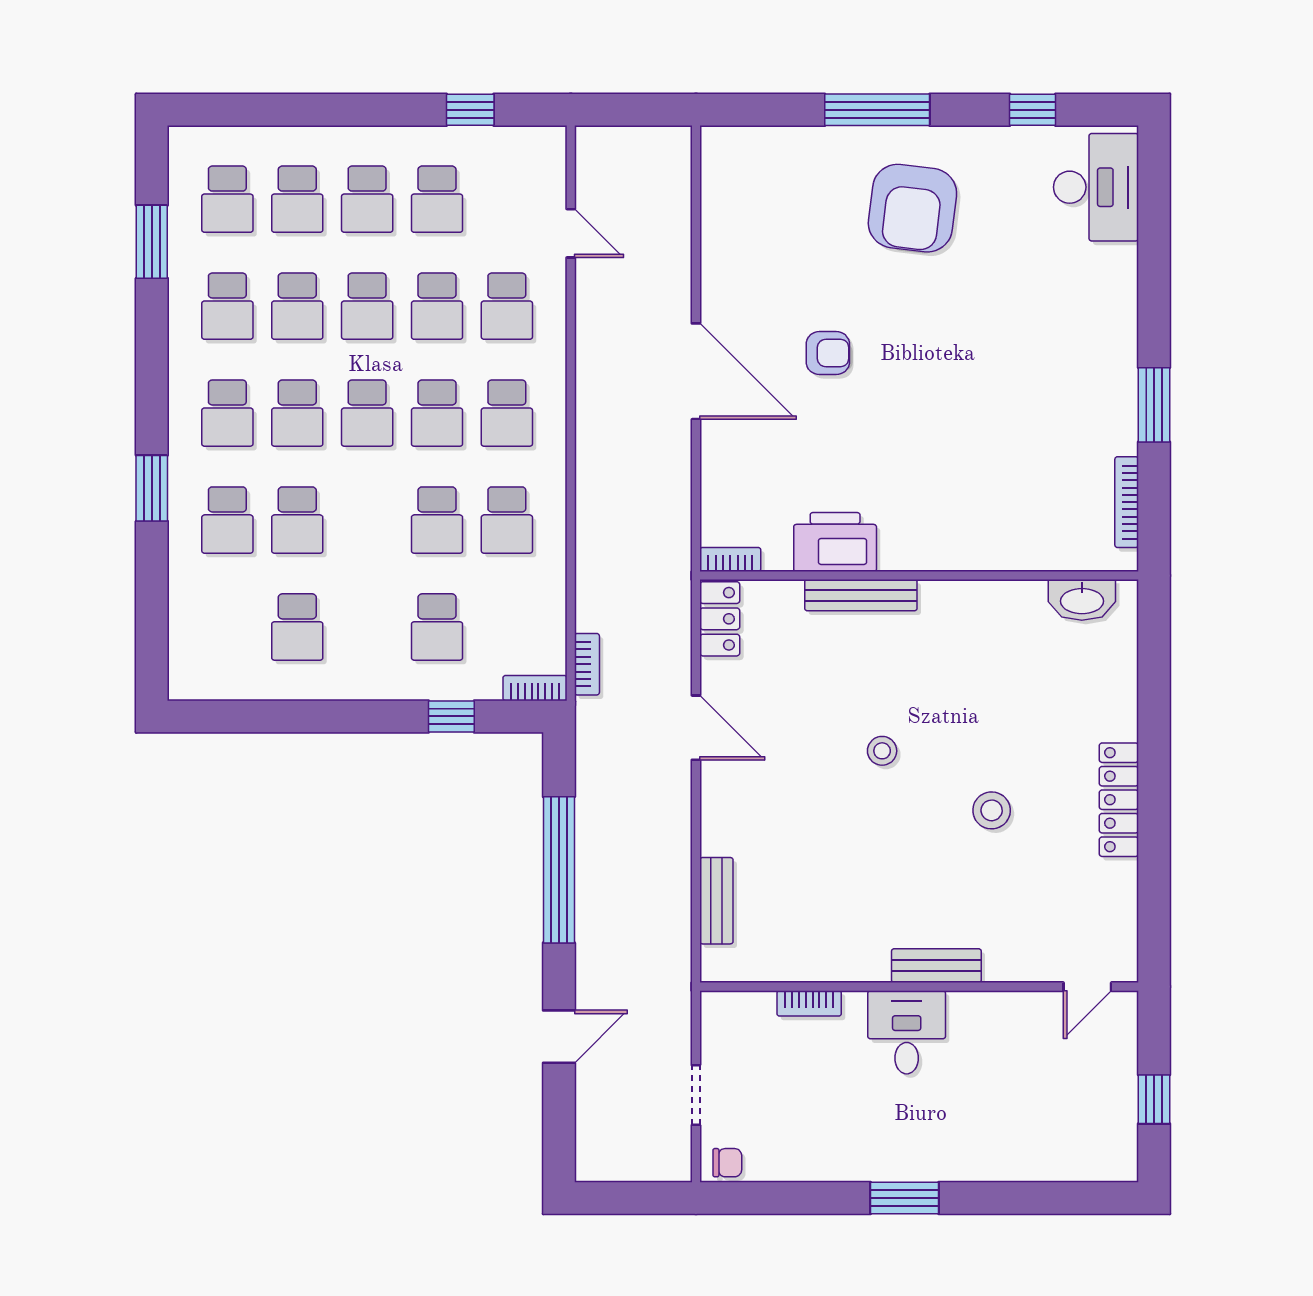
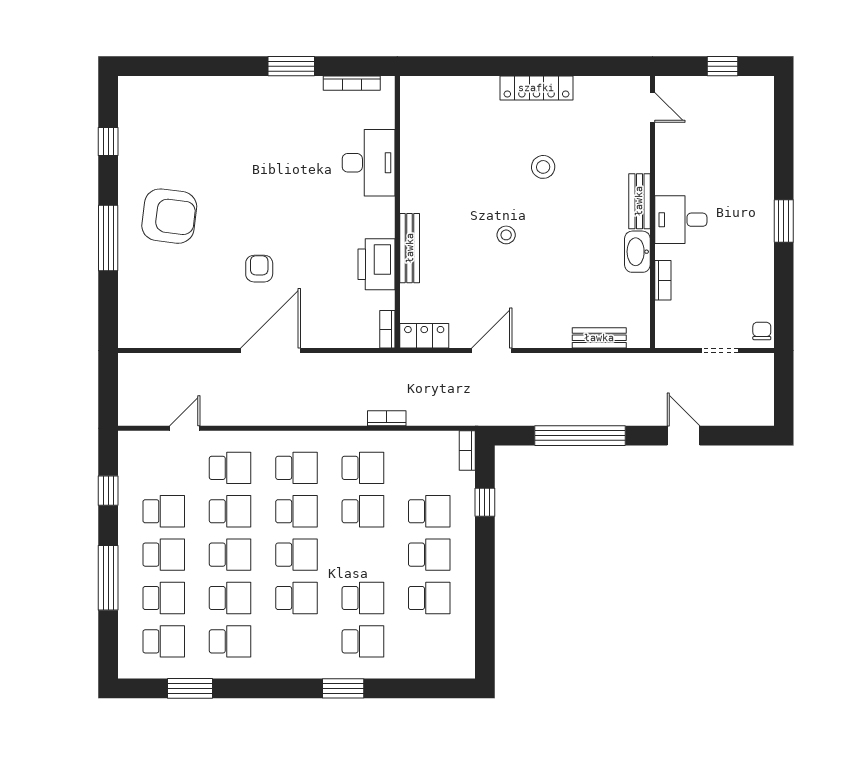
window: (330, 110) -> (108, 578), added
desk: (1096, 187) -> (369, 163), moved, turned 90
school desk: (227, 413) -> (429, 555), moved
washbasin: (1082, 600) -> (637, 252), moved, turned 180
bookcase: (587, 664) -> (387, 418), moved

